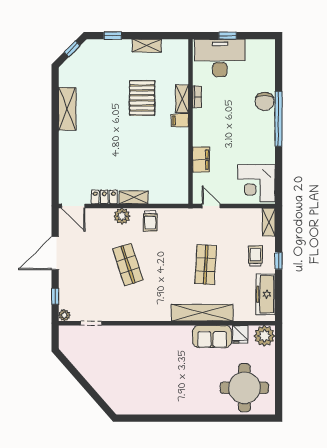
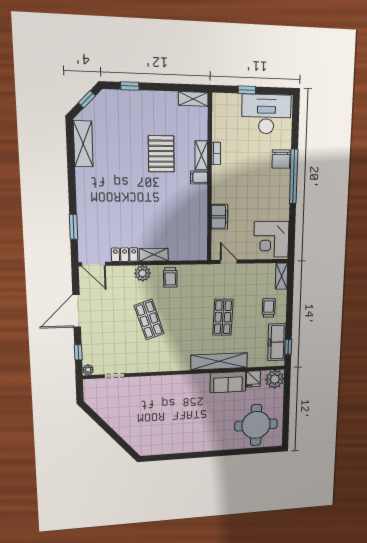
shelving: (147, 46) -> (193, 99), moved
desk: (220, 58) -> (266, 114), moved
shelving: (67, 109) -> (83, 144), moved
window: (55, 169) -> (73, 227), added
window: (279, 261) -> (288, 347), moved

